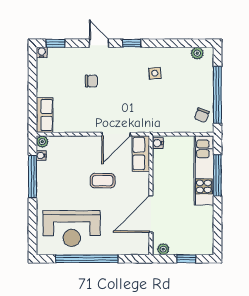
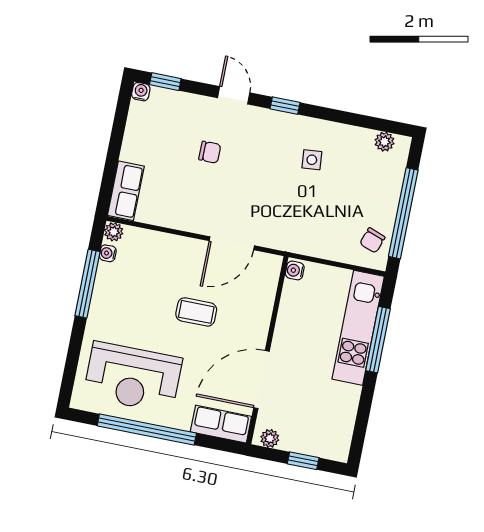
row of seats: (141, 154) -> (221, 424), moved, turned 90

